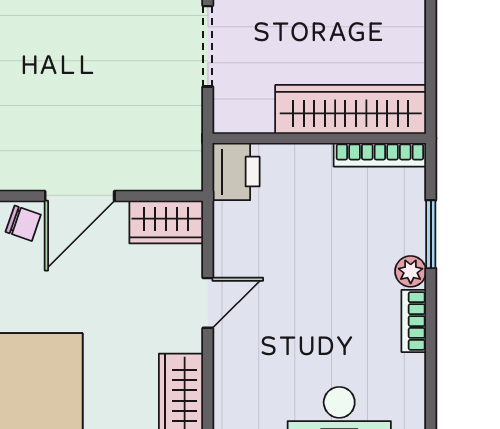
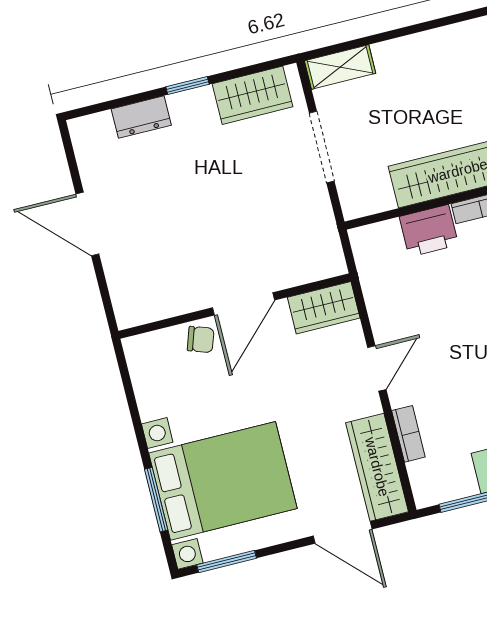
printer: (236, 172) -> (429, 231), moved, turned 90
bookcase: (224, 383) -> (408, 434), added

